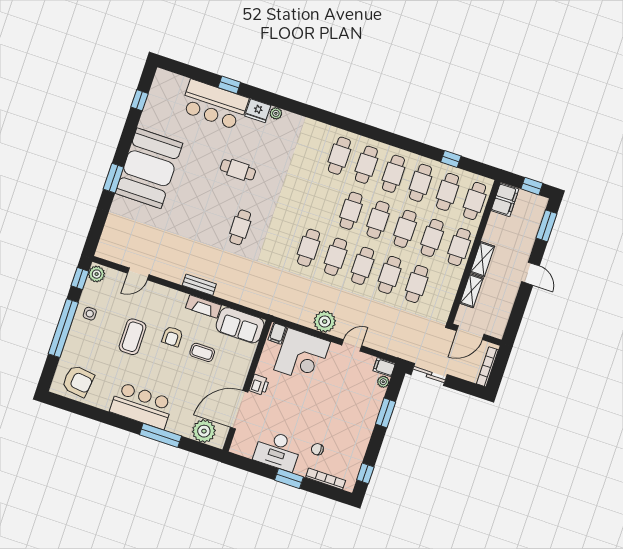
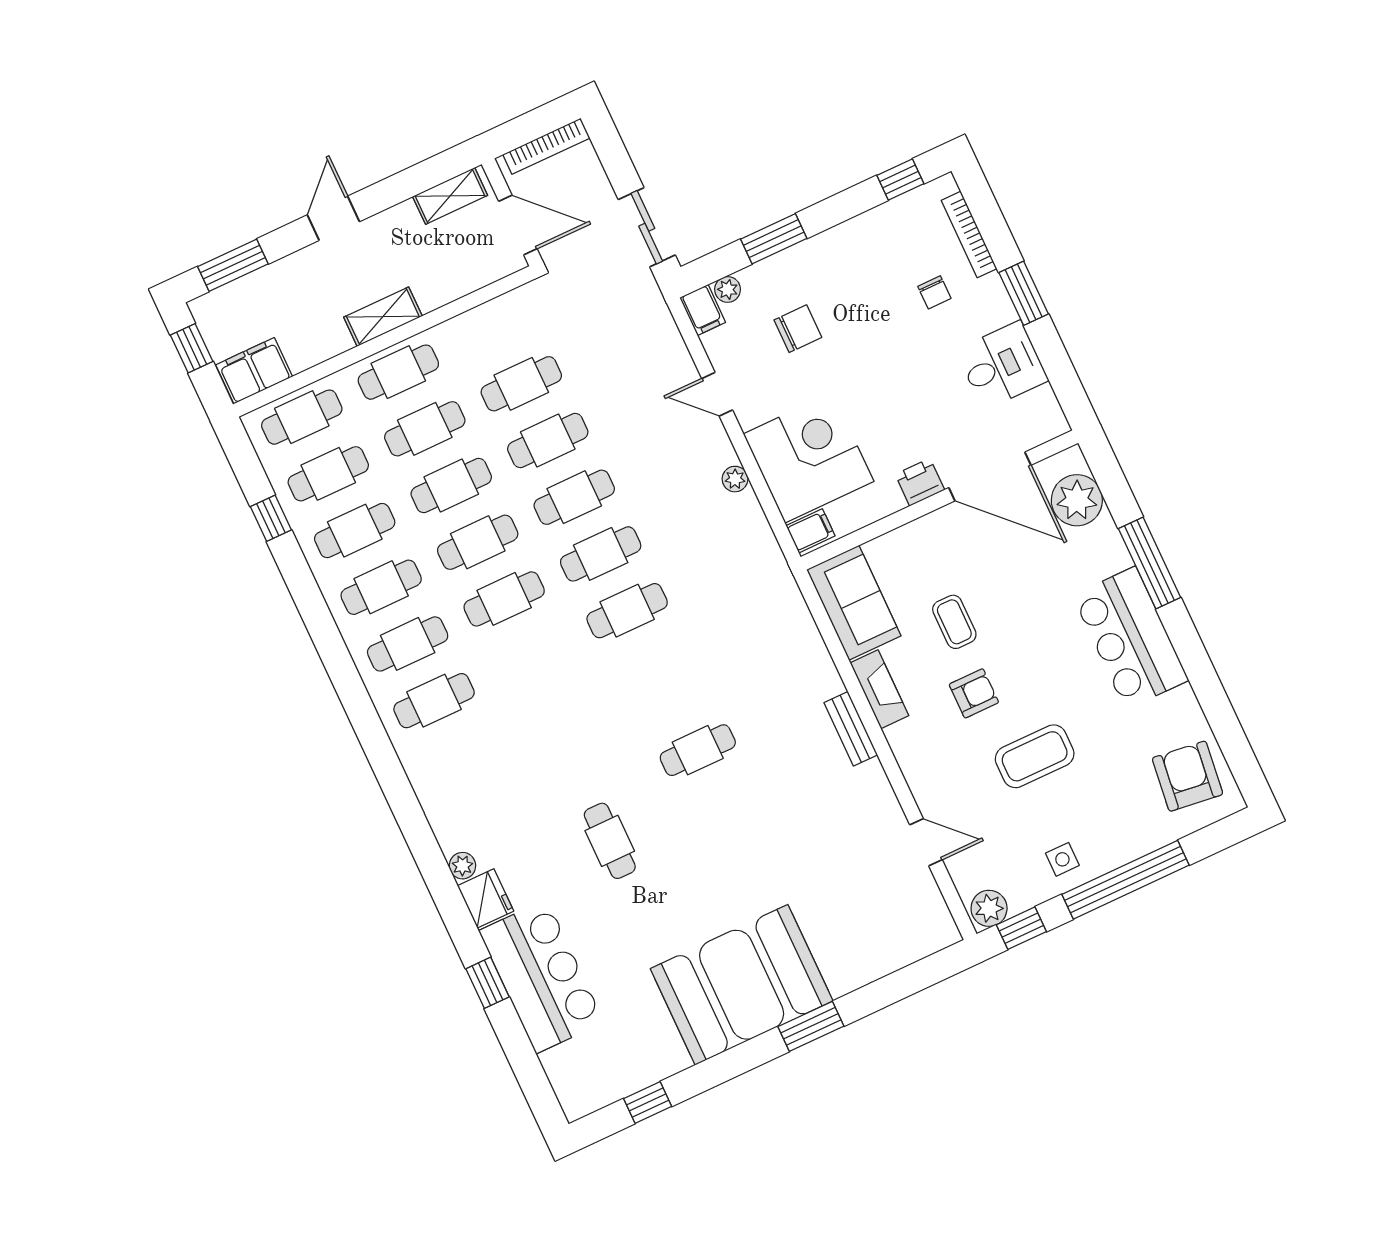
shelving: (472, 291) -> (450, 196), moved
plant: (325, 322) -> (735, 479), width x0.53, depth x0.53
chair: (348, 393) -> (798, 329), added
desk: (277, 451) -> (1002, 365), width x0.73

